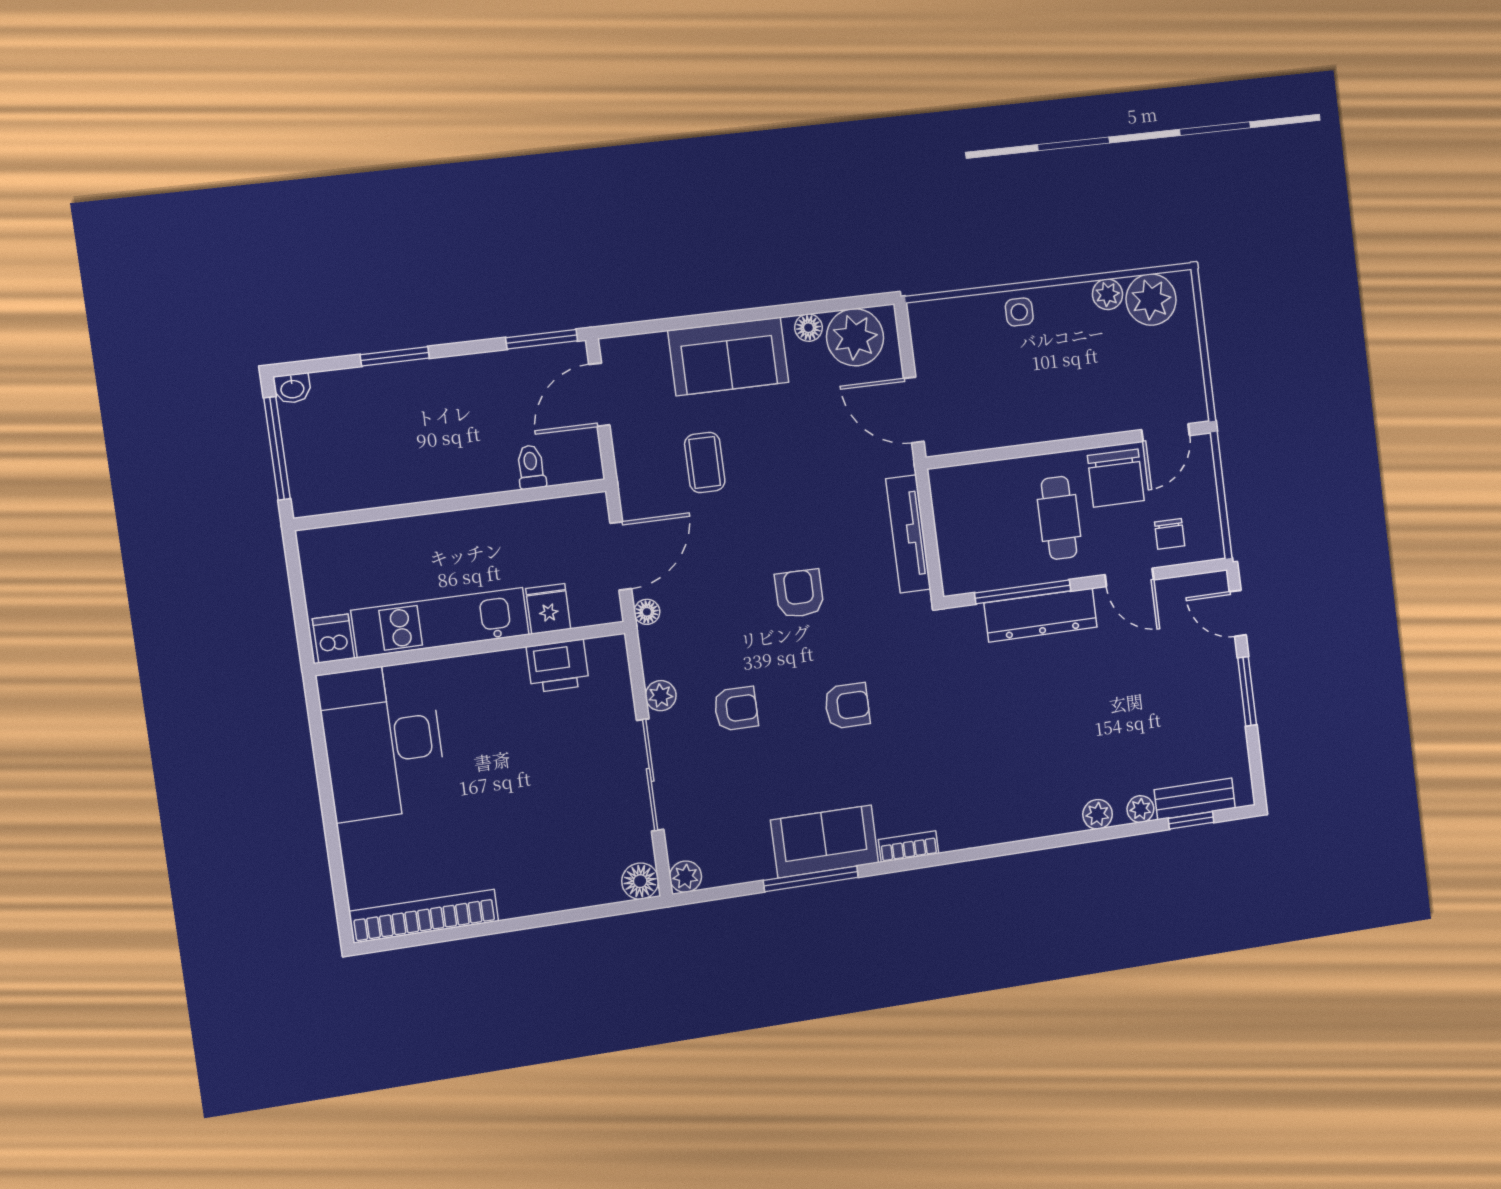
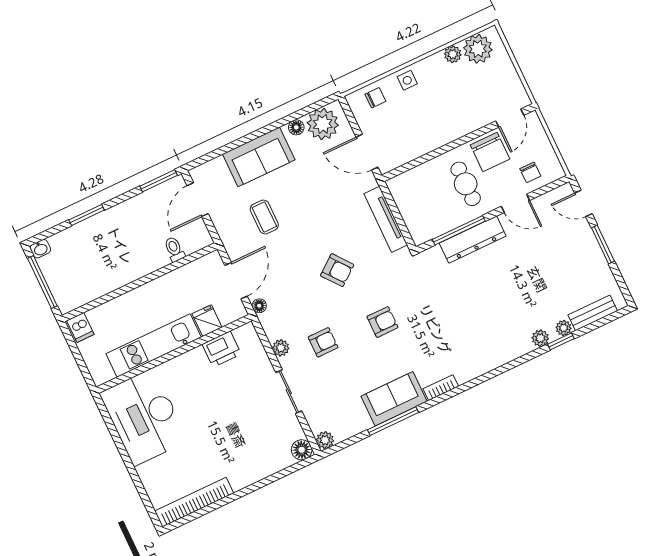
chair: (957, 323) -> (375, 98), added
armchair: (799, 594) -> (337, 270), turned 142
dishwasher: (333, 638) -> (80, 327), moved, turned 180
sliding door: (650, 775) -> (289, 392), width x0.73
window: (1191, 820) -> (561, 341), moved

